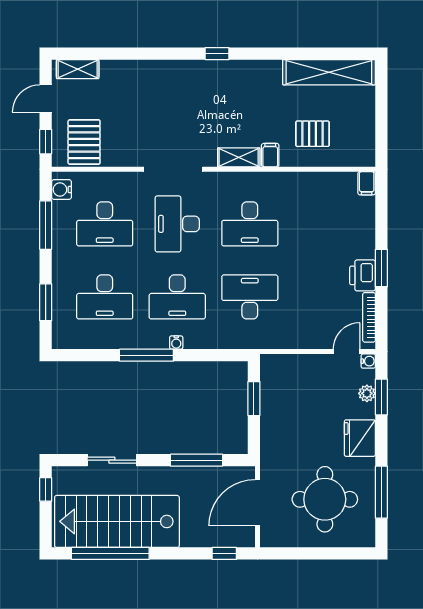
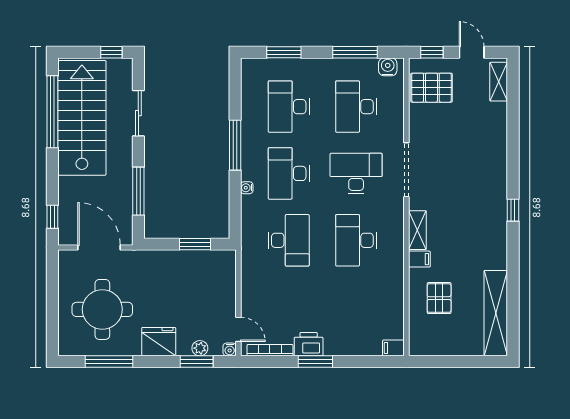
water cooler: (176, 343) -> (247, 188), moved

